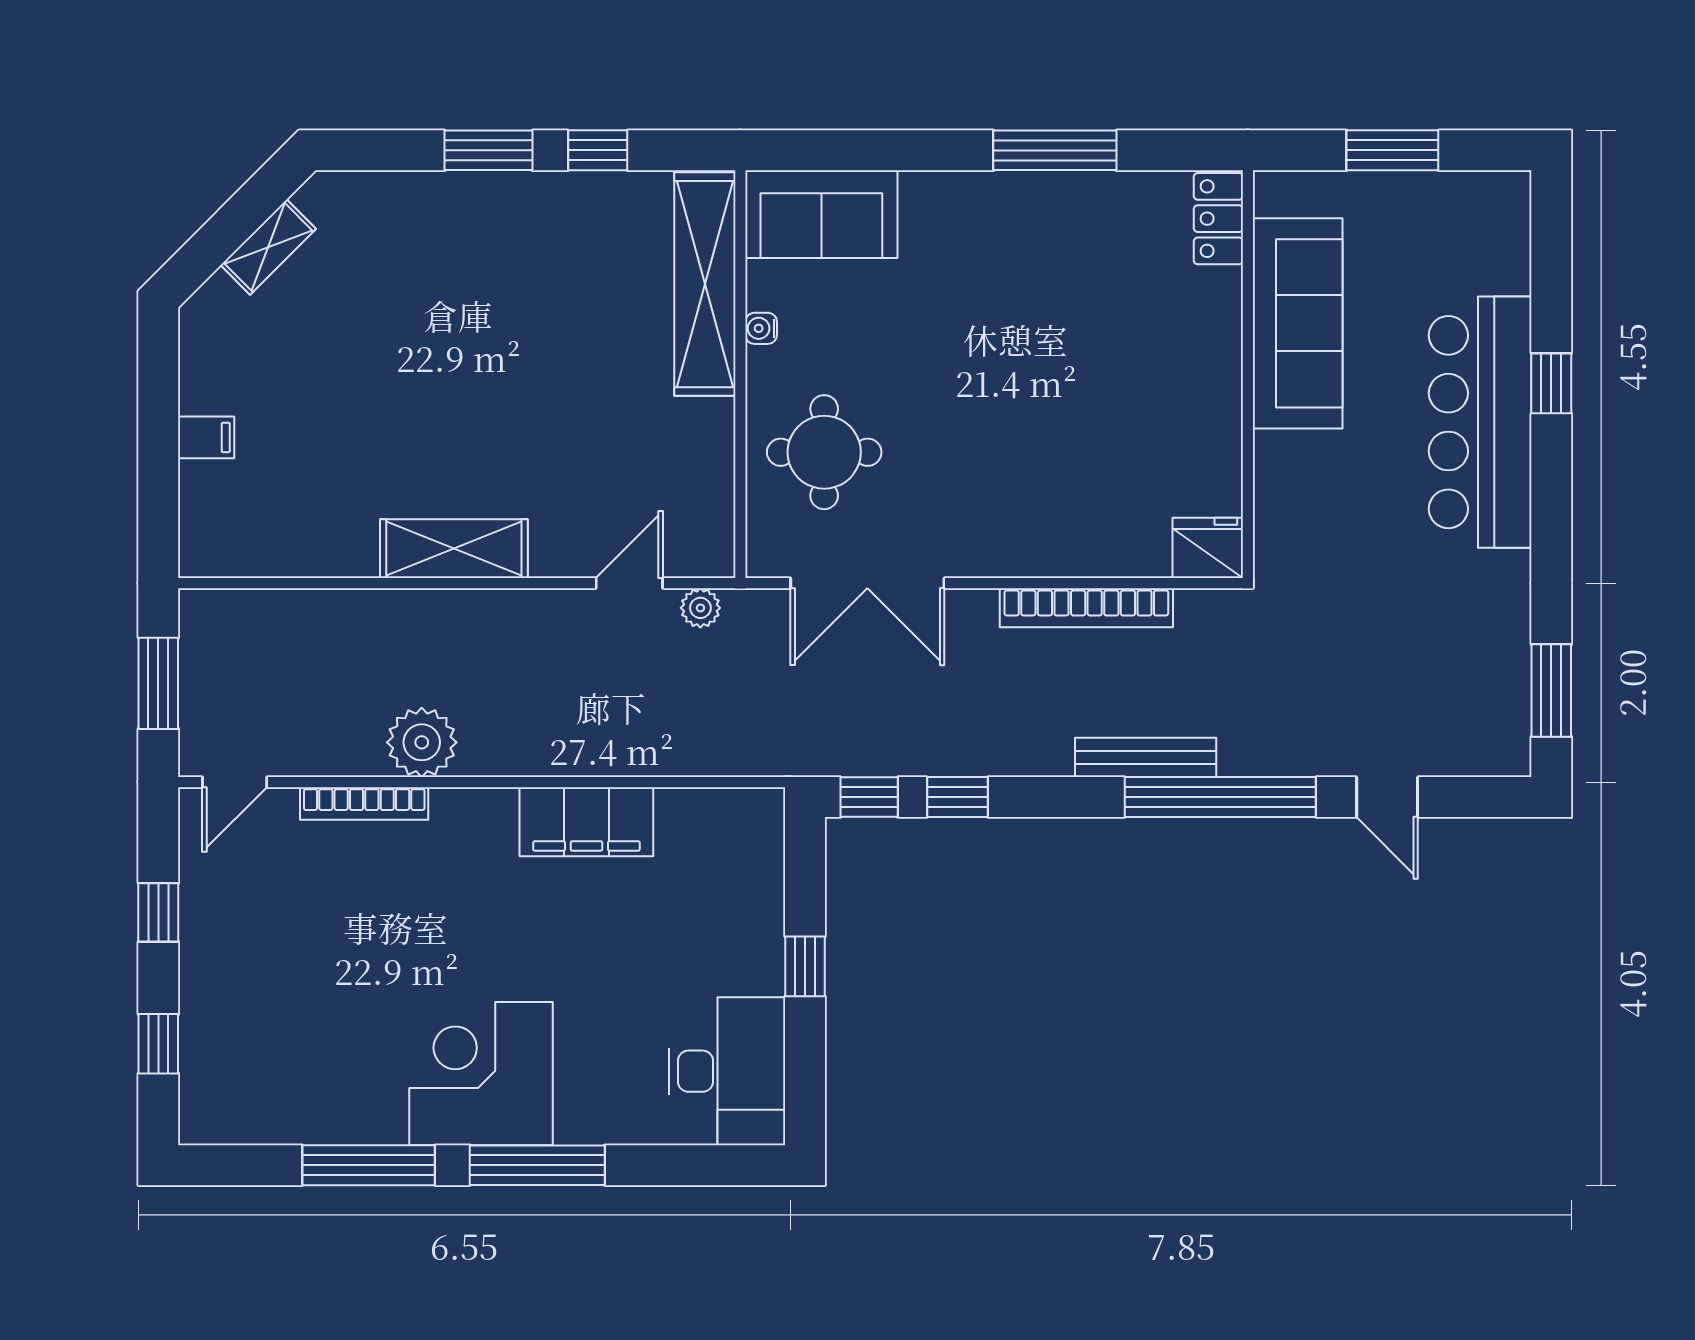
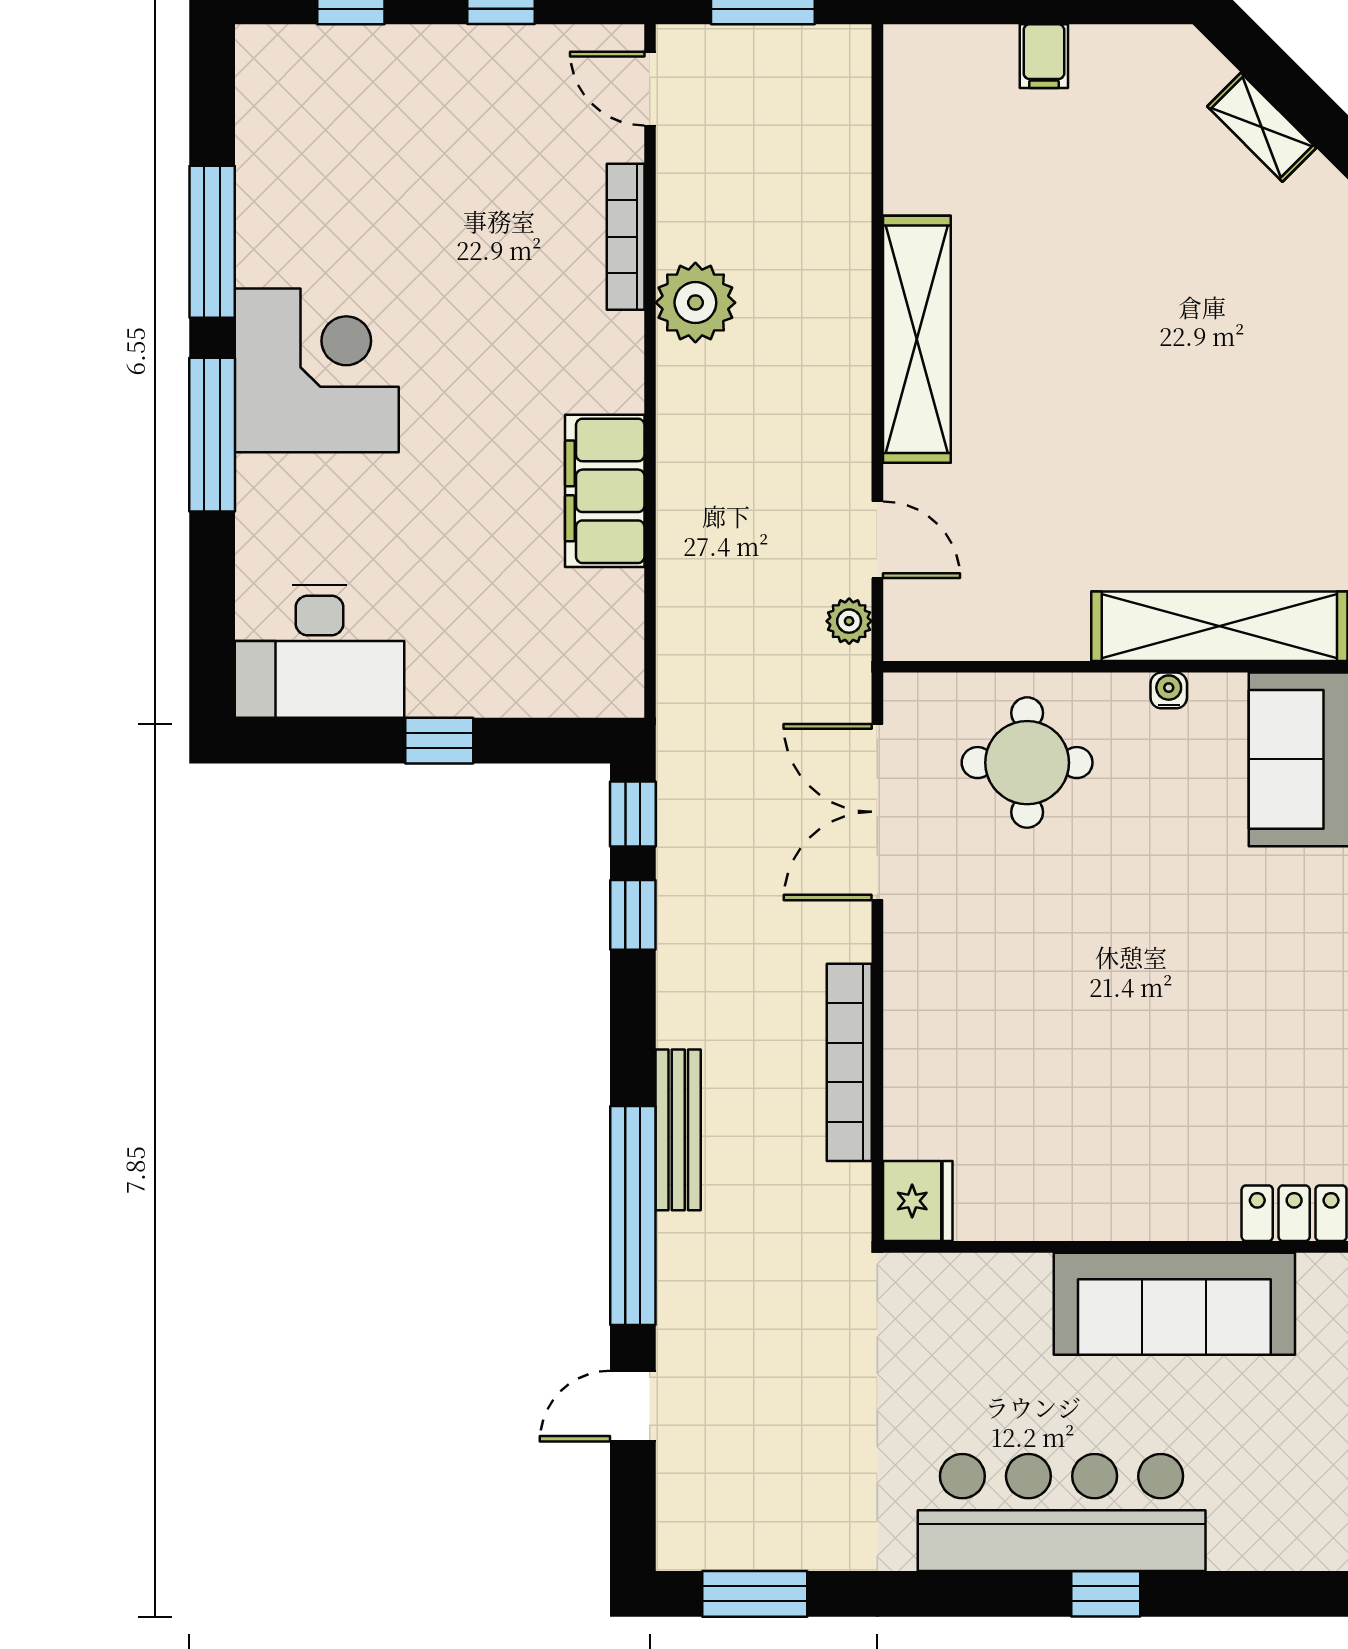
shelving: (454, 549) -> (917, 339), width x1.47

